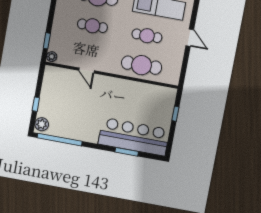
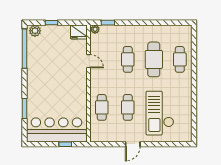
cafe table: (142, 65) -> (102, 107), width x0.73, depth x0.74
door: (86, 71) -> (89, 61), swing flipped
fridge: (52, 75) -> (79, 32), added
bar counter: (134, 137) -> (56, 130), moved, turned -90

